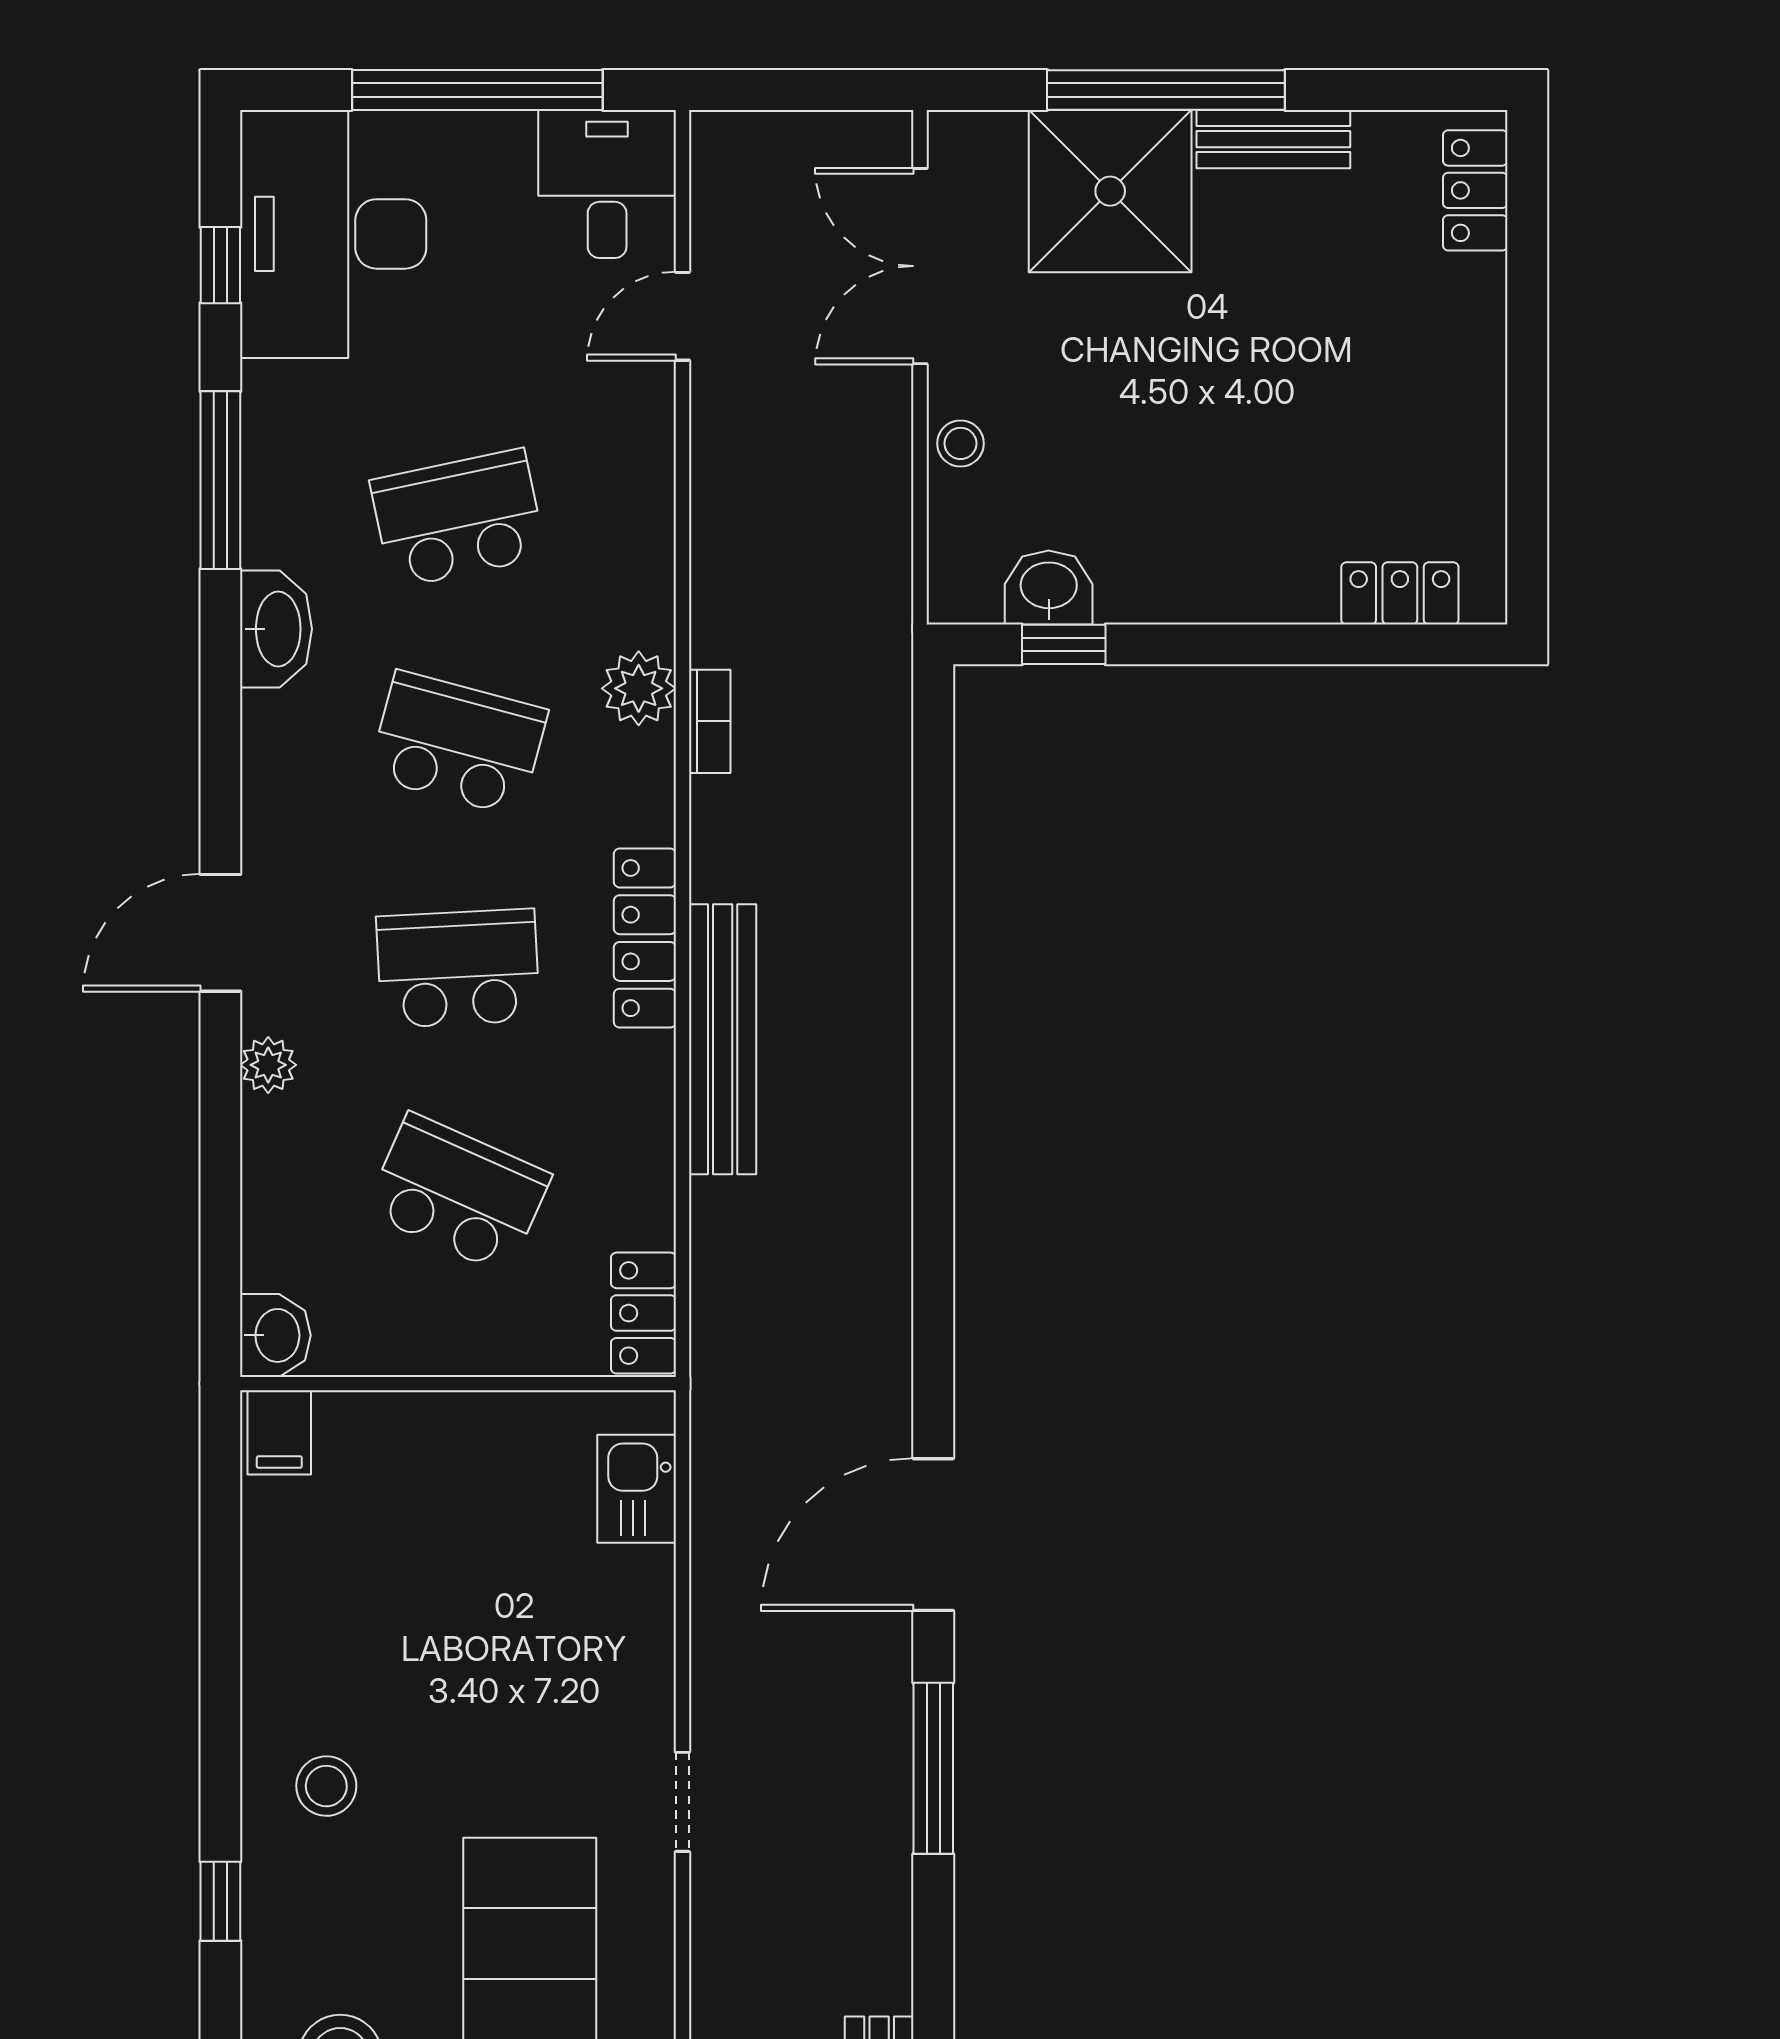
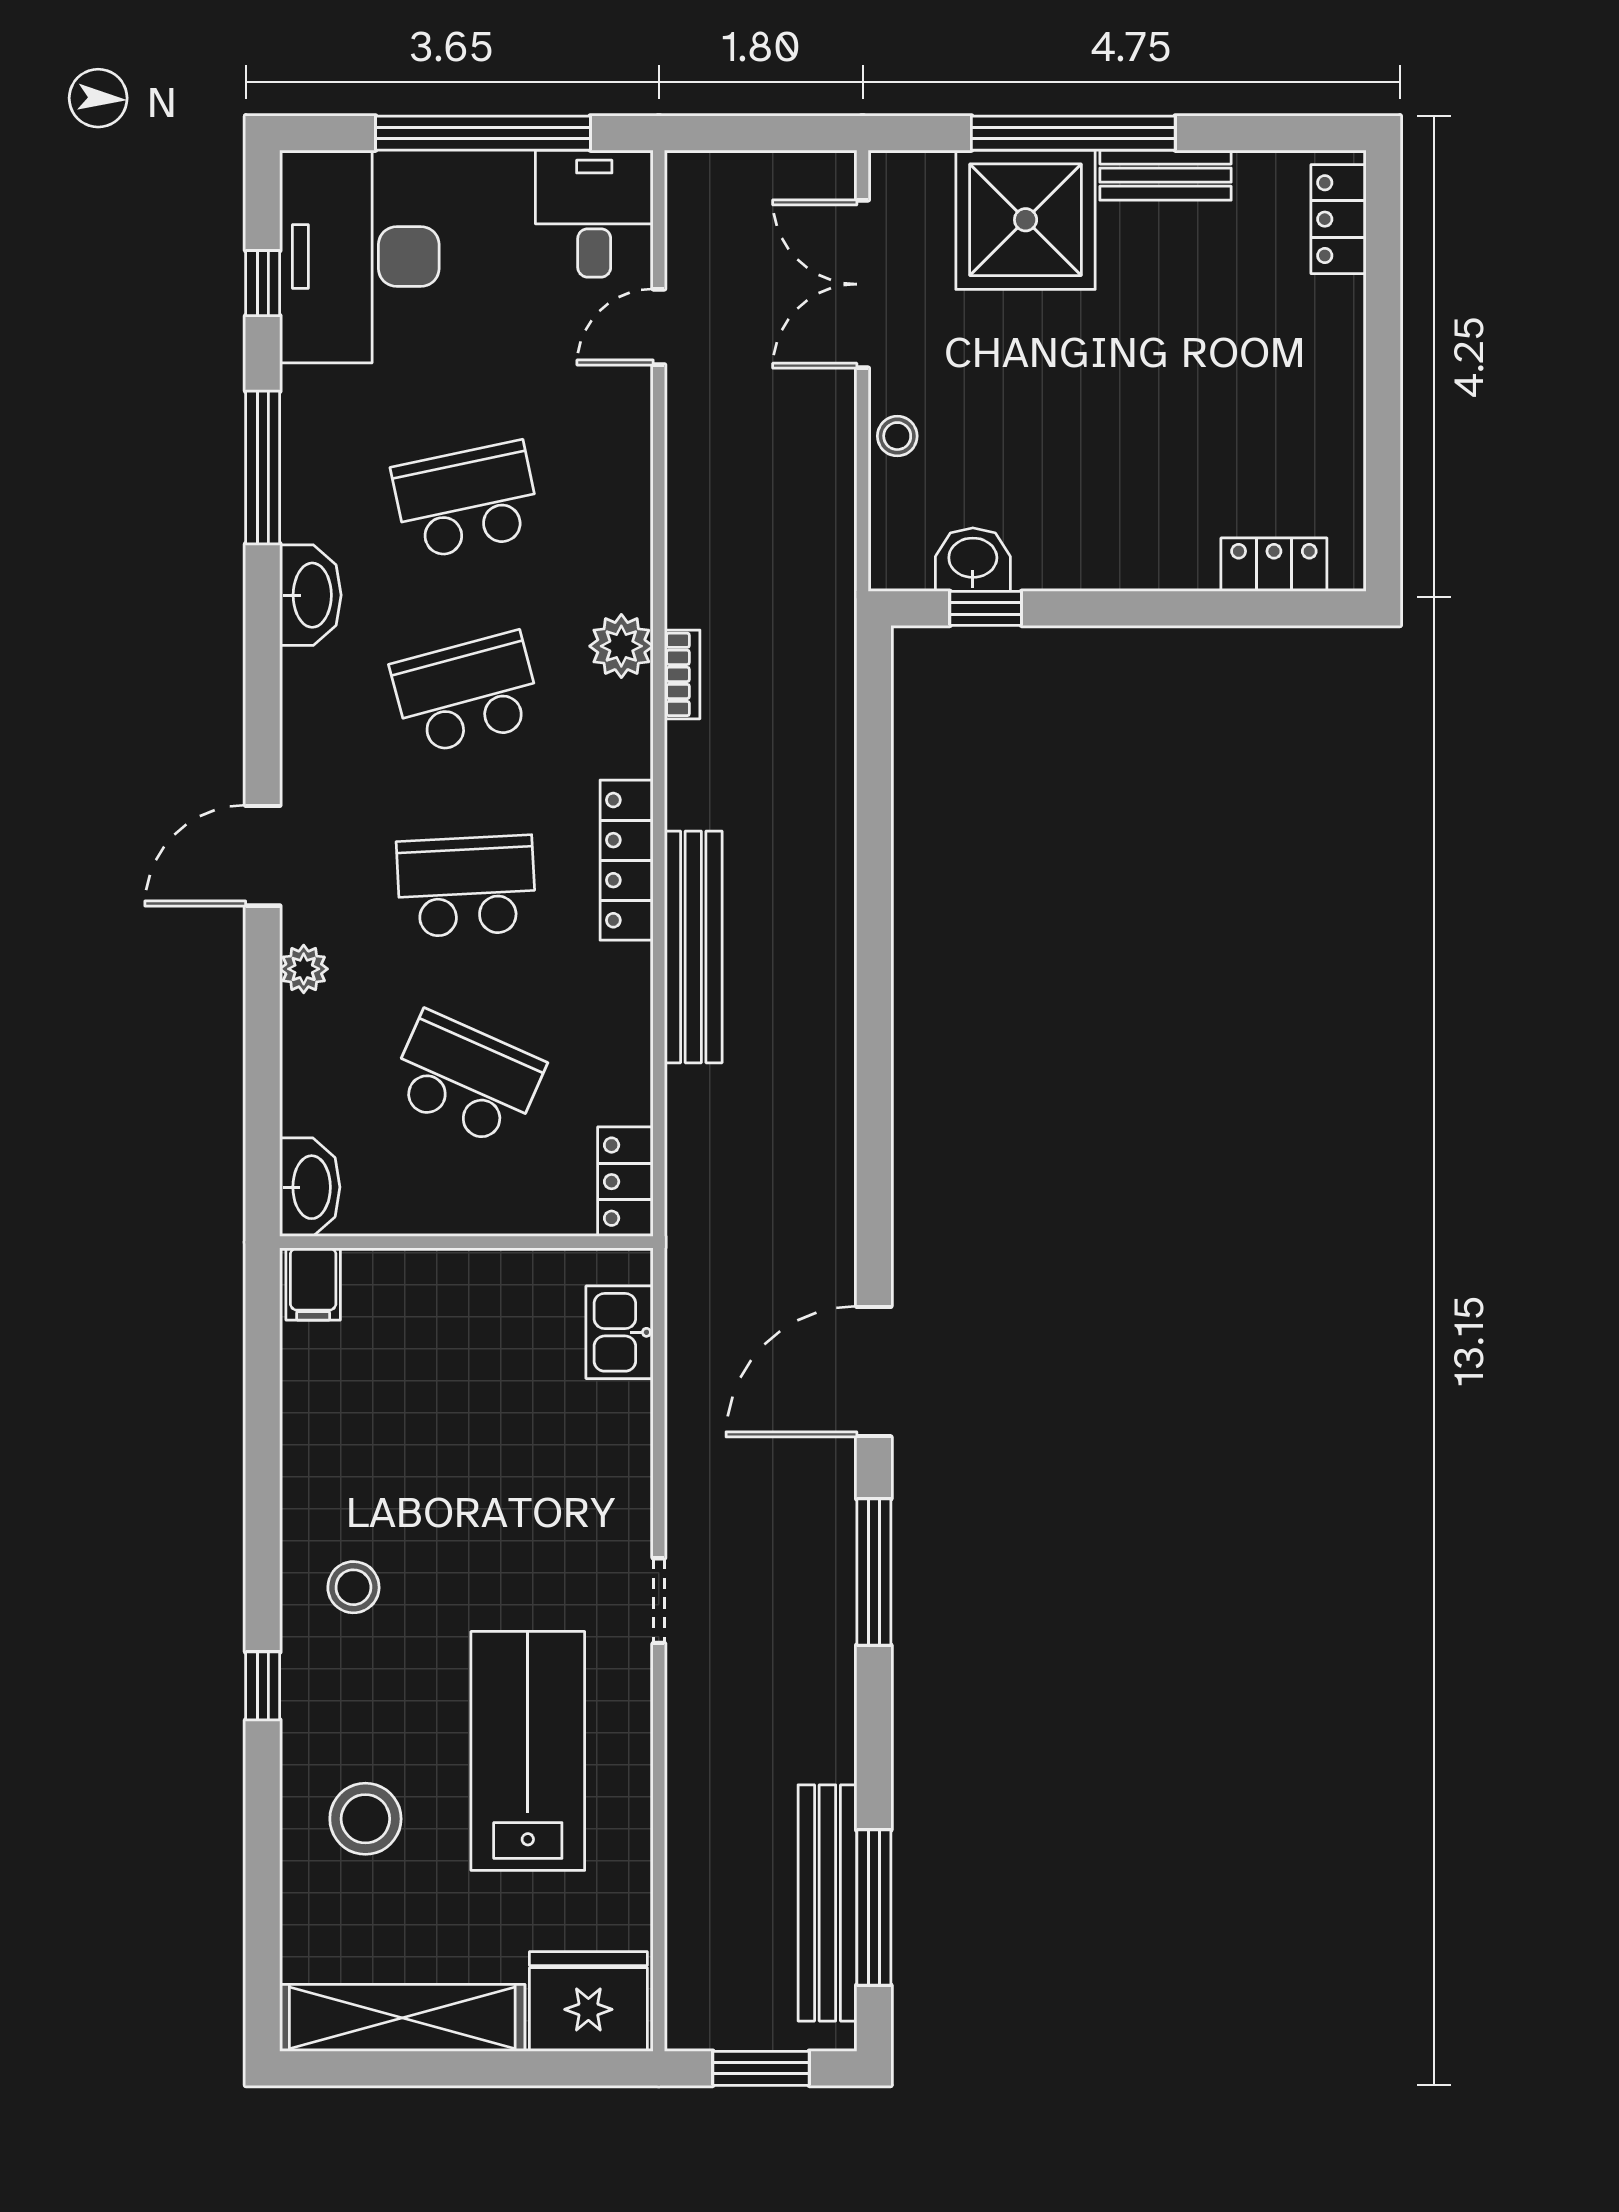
school desk: (458, 743) -> (466, 693), turned -30
washbasin: (275, 1335) -> (310, 1187), width x1.38

